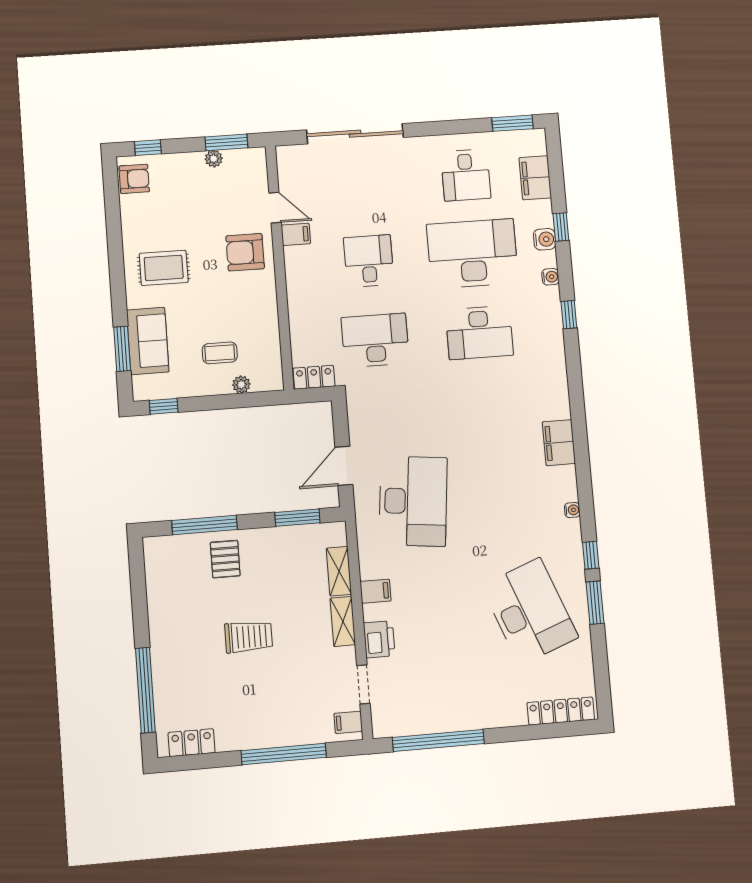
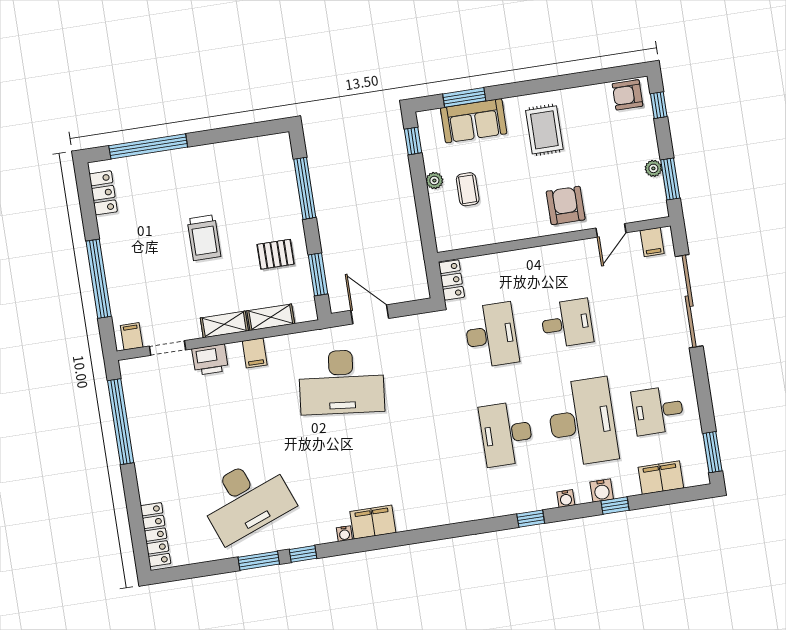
armchair: (134, 179) -> (628, 95), turned 90
filing cabinet: (296, 234) -> (652, 242), moved
plant: (241, 384) -> (434, 181), moved
filing cabinet: (559, 443) -> (373, 522), moved
pallet: (225, 559) -> (276, 254), moved

